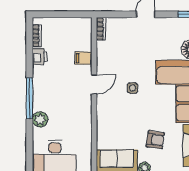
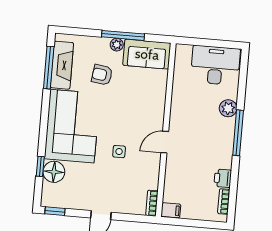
filing cabinet: (83, 58) -> (171, 210), moved
side table: (132, 88) -> (119, 152), moved

